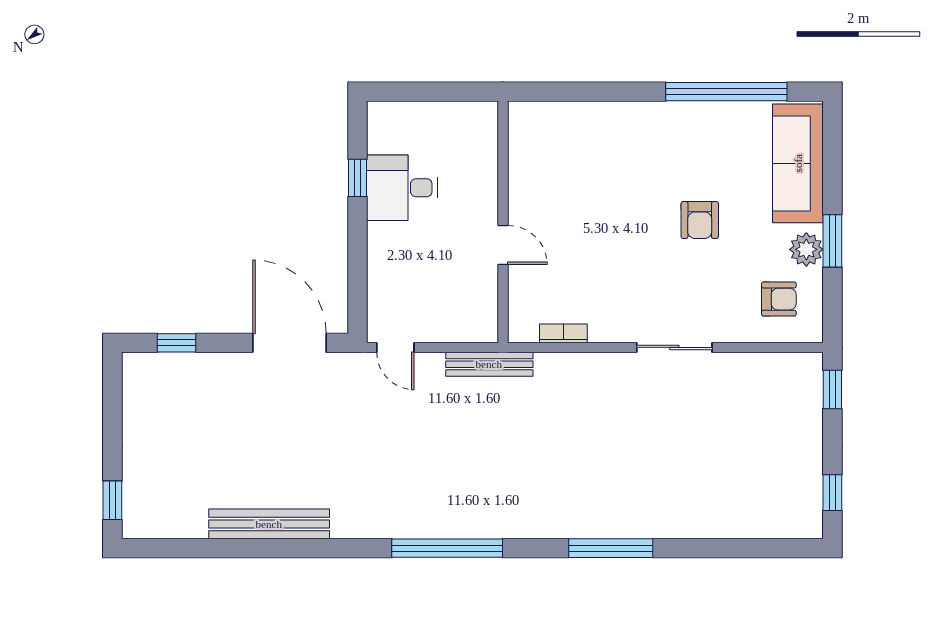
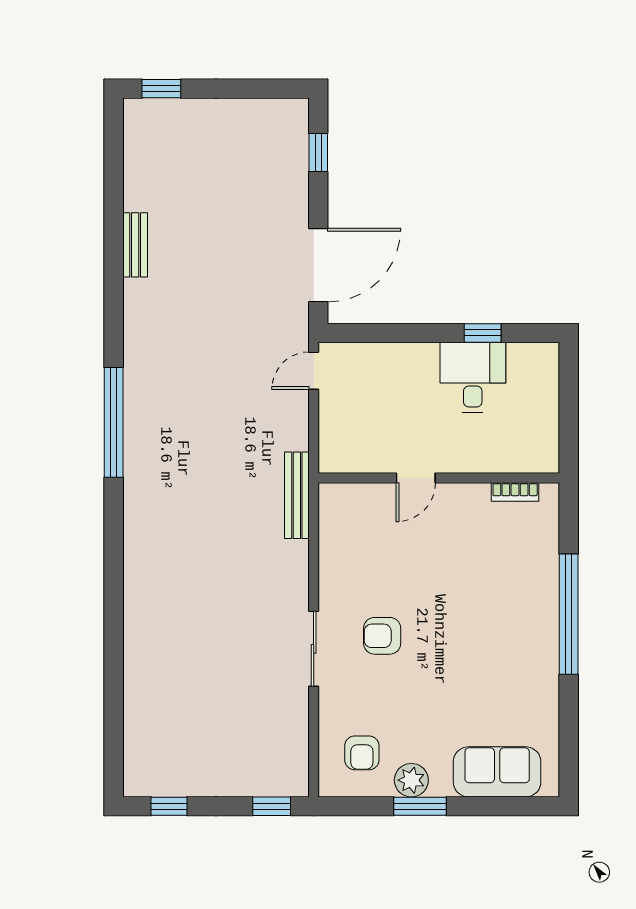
window: (726, 92) -> (569, 614), moved
sofa: (798, 163) -> (497, 772), width x0.73
armchair: (700, 220) -> (382, 636), moved
bookcase: (563, 333) -> (515, 492), moved, turned 90
bench: (489, 364) -> (297, 495), moved
bench: (269, 524) -> (135, 245), width x0.54, depth x0.82
window: (611, 548) -> (114, 585), removed

